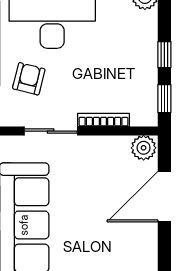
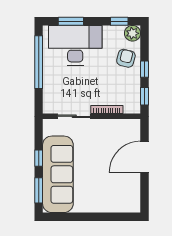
armchair: (29, 79) -> (126, 58), moved
plant: (144, 148) -> (132, 127), removed

